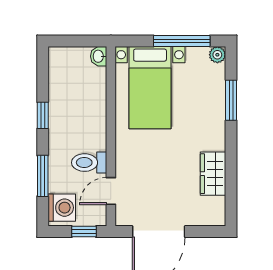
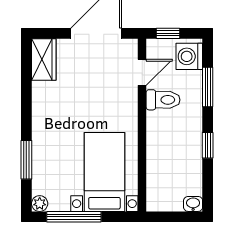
washbasin: (99, 56) -> (193, 204), moved, turned -90
wardrobe: (213, 174) -> (44, 59), moved

